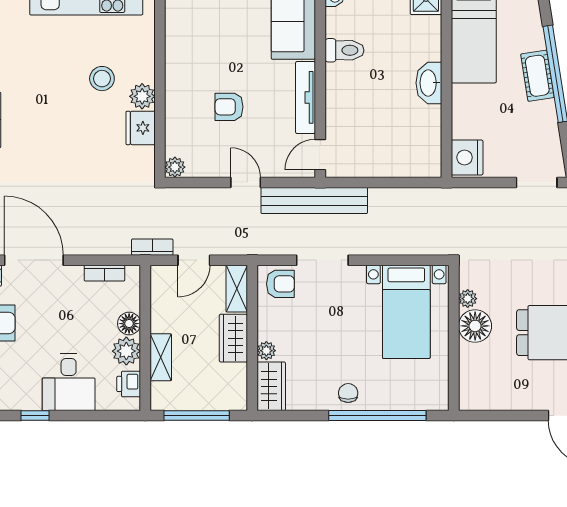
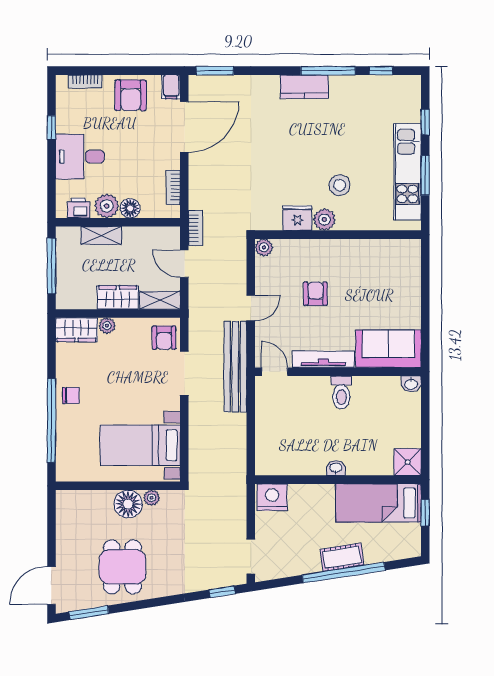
toilet: (344, 50) -> (341, 392), moved
washbasin: (429, 83) -> (336, 468), width x0.52, depth x0.69

